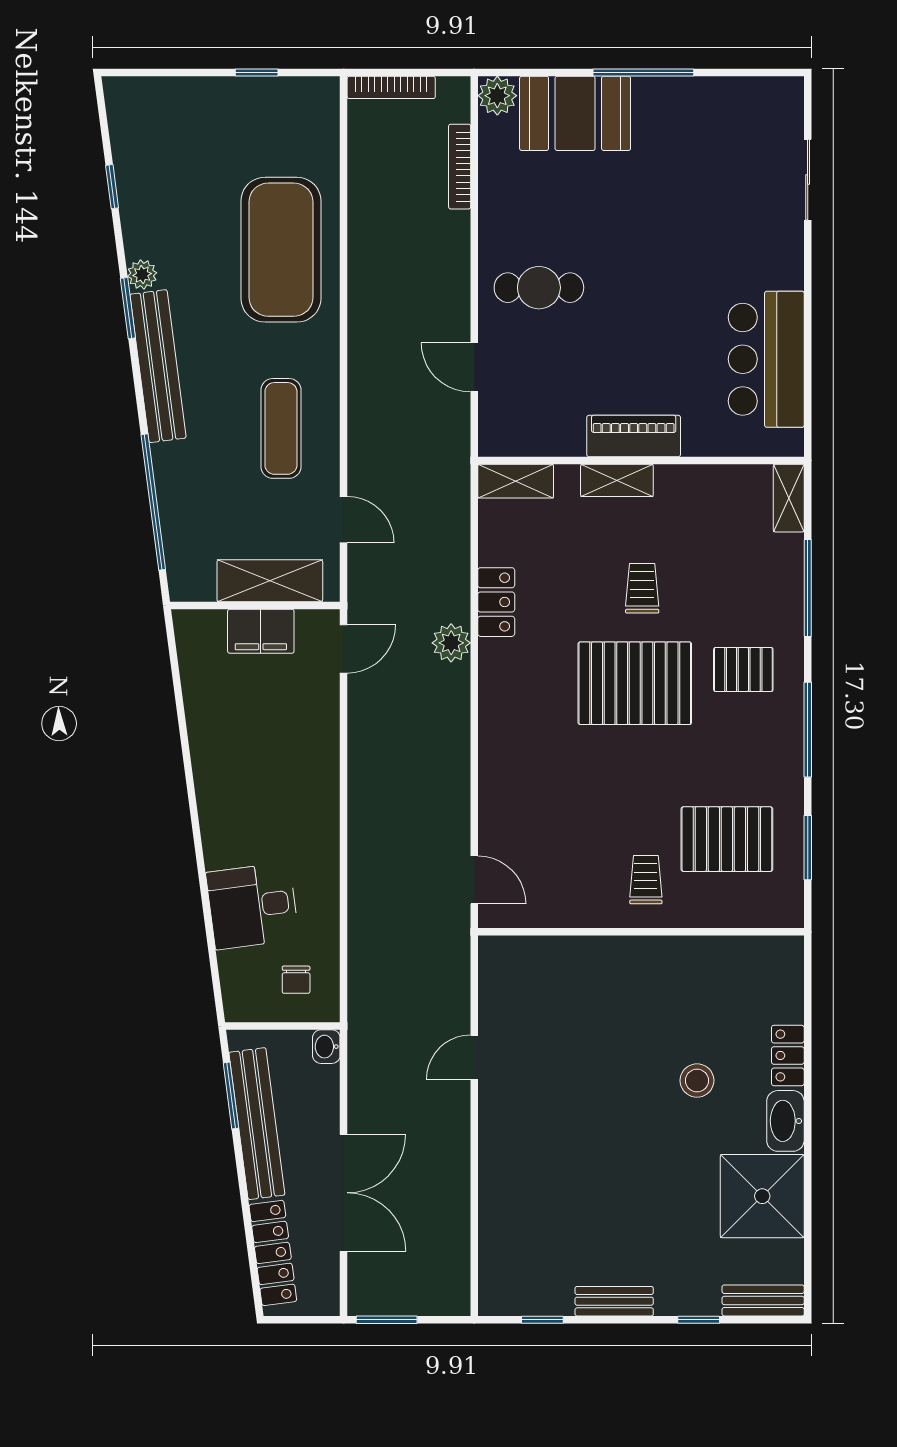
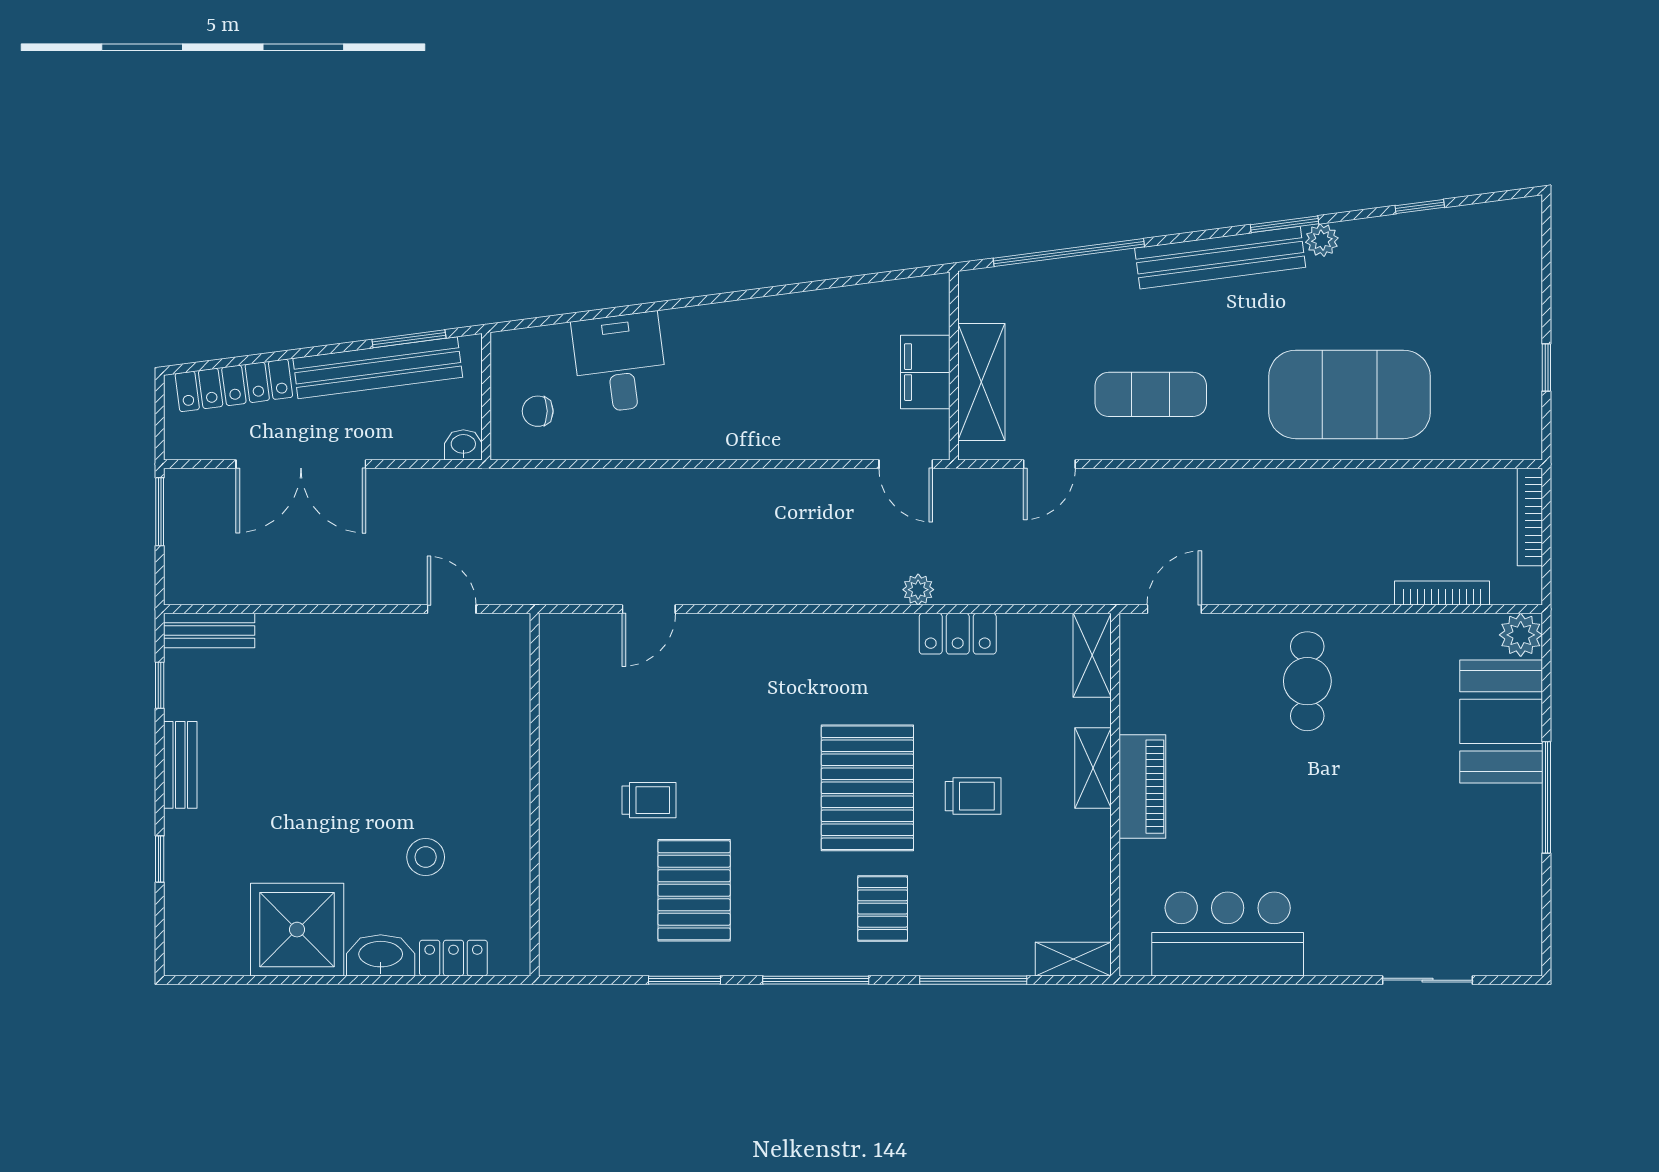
door: (474, 367) -> (1174, 609), moved
plant: (451, 643) -> (918, 590), width x0.73, depth x0.73
wall: (641, 932) -> (535, 795), moved
bench: (763, 1300) -> (209, 631), moved, turned 90

